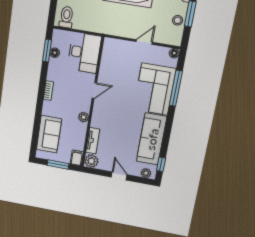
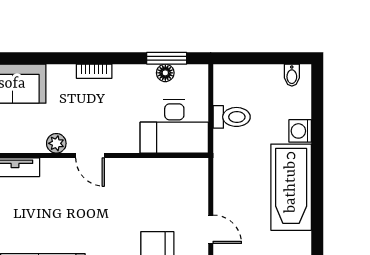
toilet: (66, 17) -> (232, 117), moved
door: (94, 91) -> (90, 155), moved

